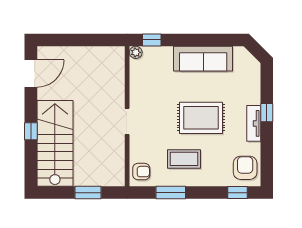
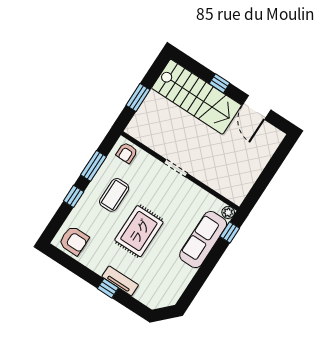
sofa: (203, 59) -> (203, 240), moved
door: (31, 73) -> (257, 107), moved
tv unit: (254, 123) -> (120, 281), moved
window: (237, 193) -> (74, 196), moved

